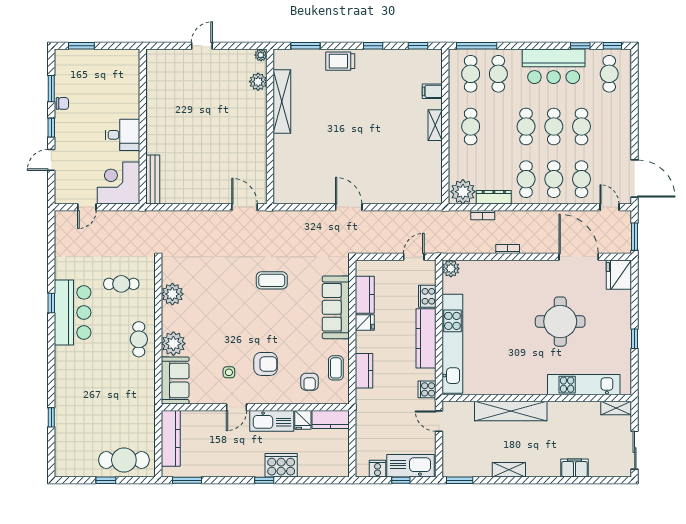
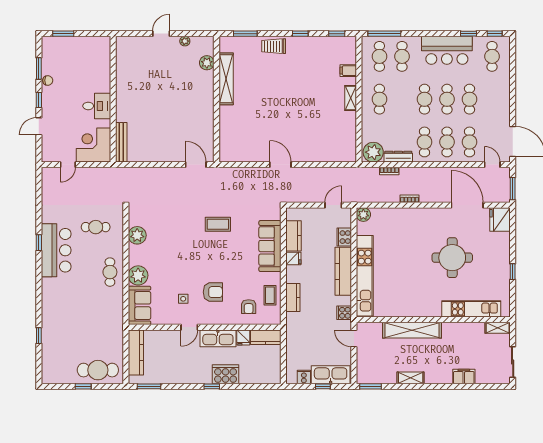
plant: (261, 55) -> (185, 41), moved

